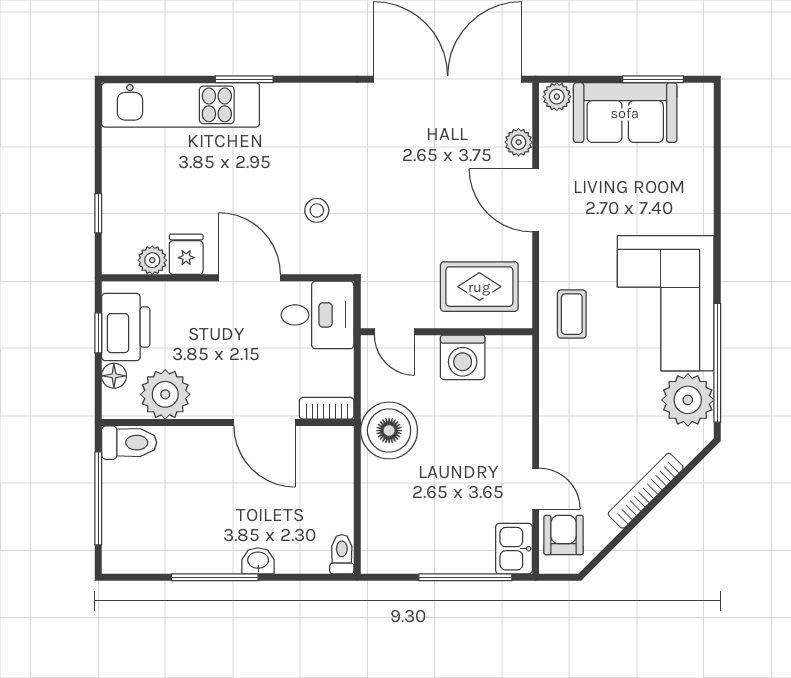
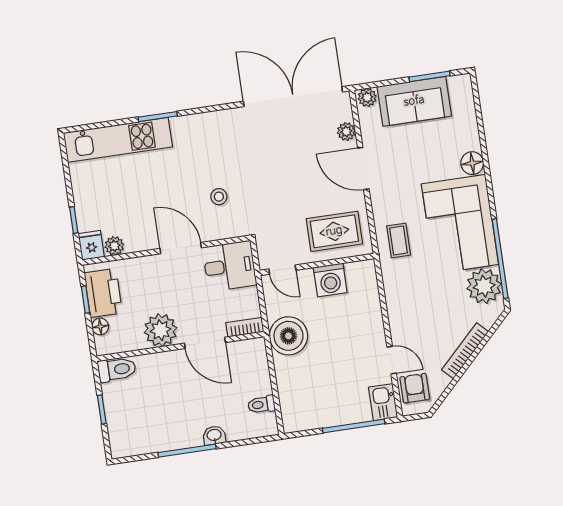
floor lamp: (697, 216) -> (472, 163), added
fridge: (186, 254) -> (91, 245), moved
plant: (165, 394) -> (161, 330), moved
window: (98, 498) -> (102, 410), width x0.46
toilet: (342, 554) -> (261, 405), moved, turned -90

